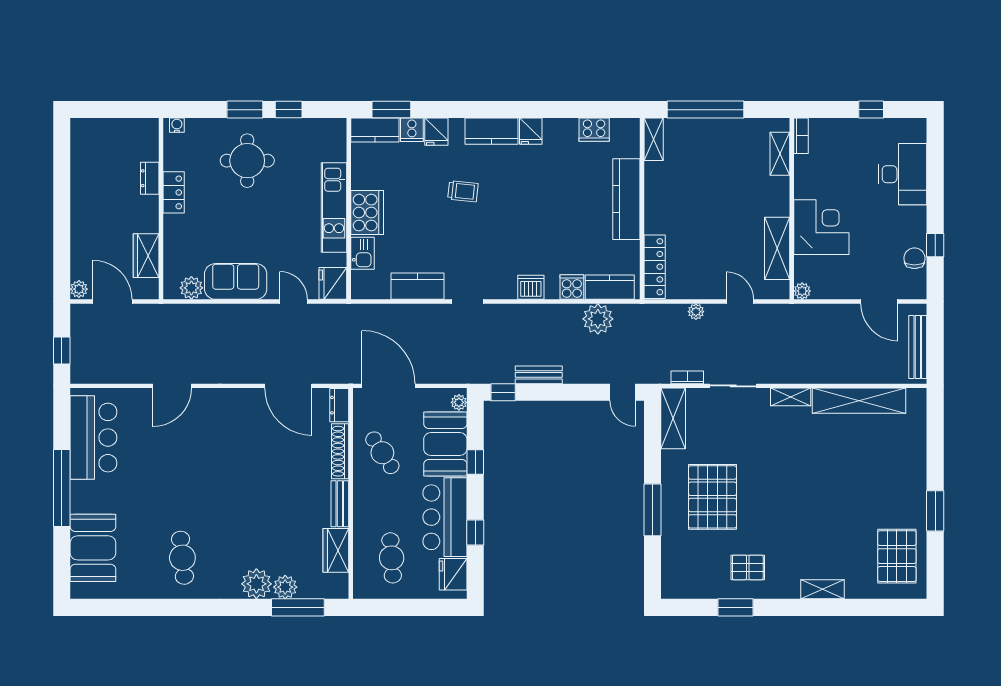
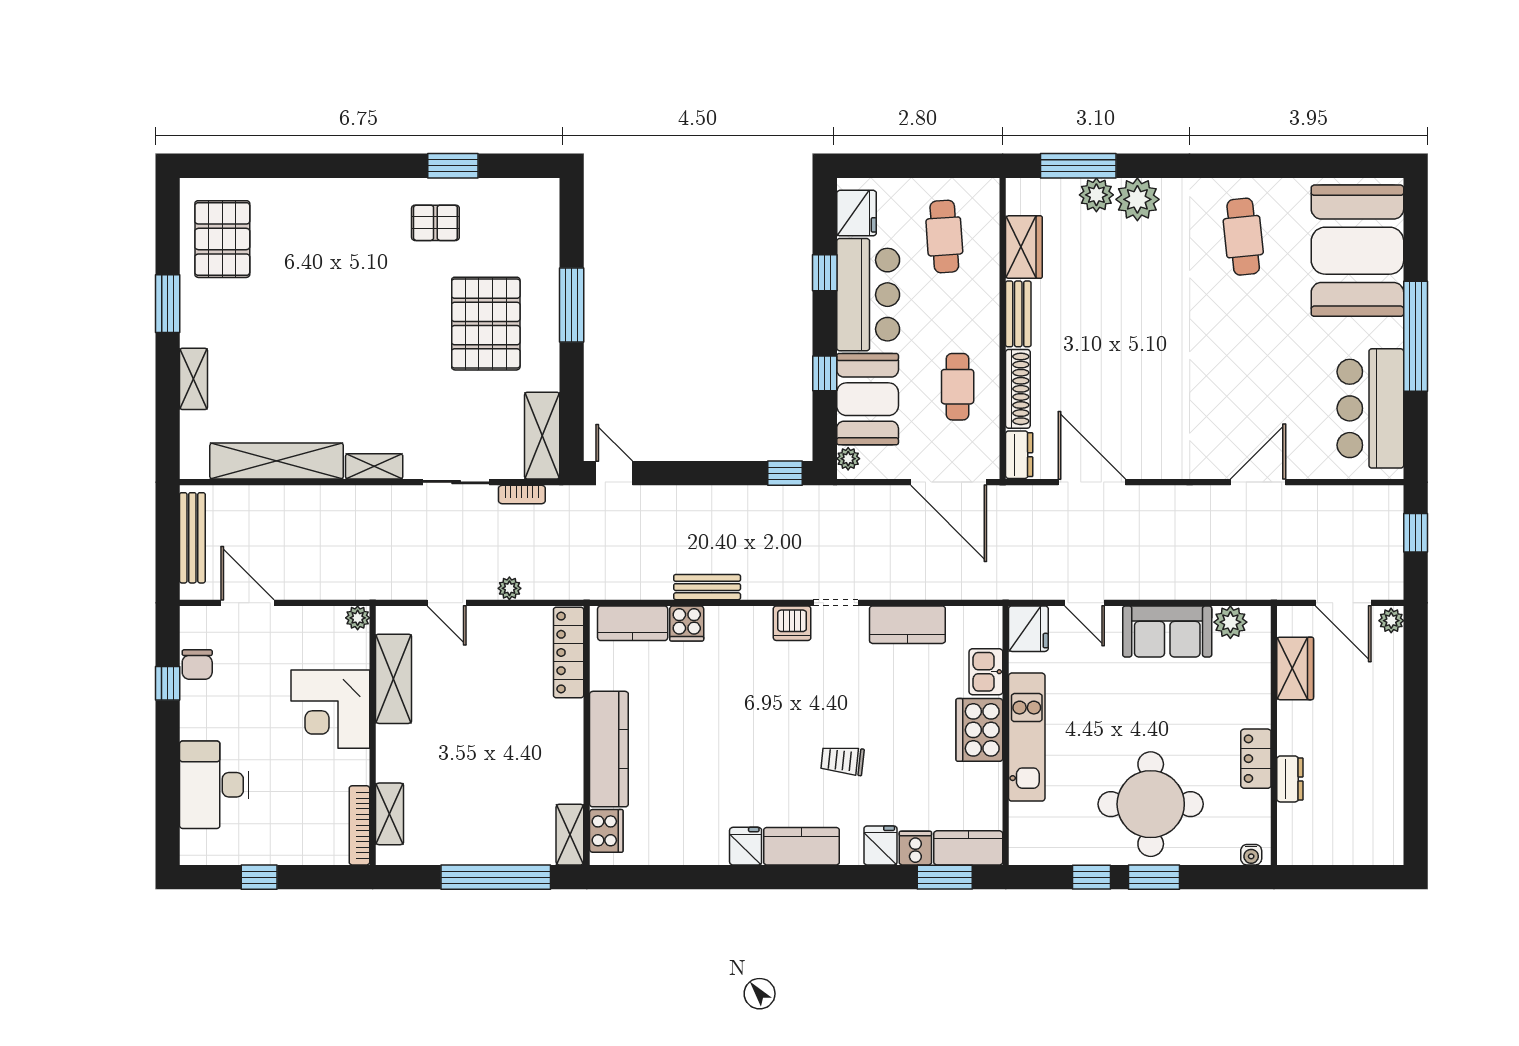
cooker: (594, 130) -> (606, 831), moved, turned 90
bookcase: (801, 136) -> (359, 825), width x1.56
round table: (247, 161) -> (1151, 804), width x1.36, depth x1.36
dishwasher: (531, 287) -> (792, 623), moved
plant: (598, 319) -> (650, 578), removed
bench: (539, 375) -> (707, 587), moved
cafe table: (382, 453) -> (958, 387), turned 33
booth: (93, 548) -> (1357, 251), width x1.36, depth x1.42
shelving: (823, 589) -> (194, 379), moved, turned 90

